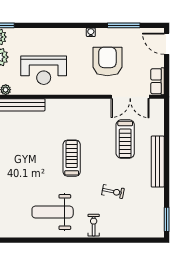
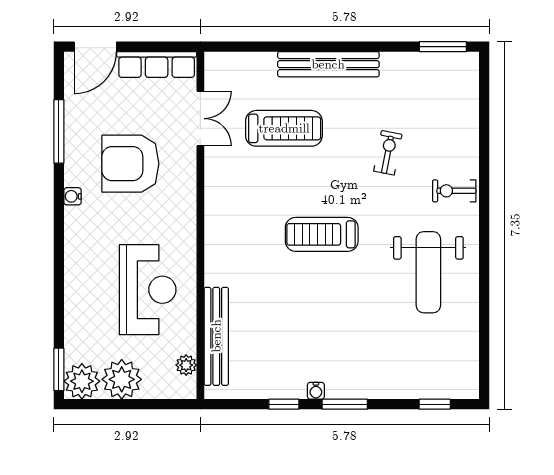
row of seats: (157, 81) -> (157, 64), width x1.48
double door: (130, 97) -> (200, 119), width x0.73

